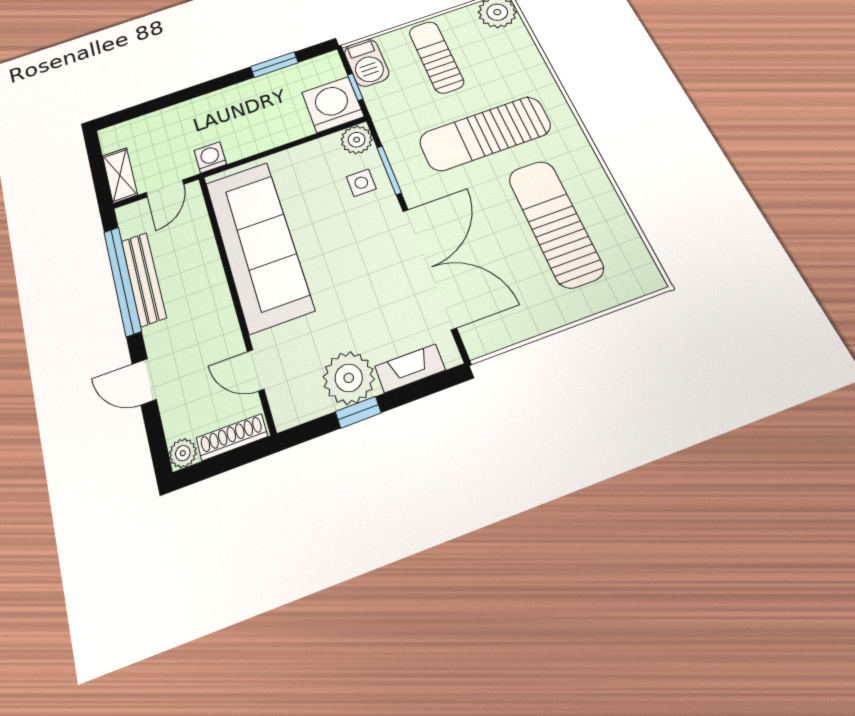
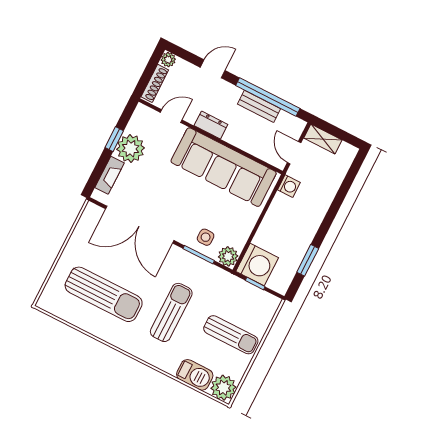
barbecue: (367, 63) -> (195, 375), moved, turned 180
sun lounger: (485, 133) -> (171, 312), width x0.73, depth x0.75
bench: (143, 279) -> (259, 106), width x0.73
dresser: (220, 310) -> (211, 125), added

